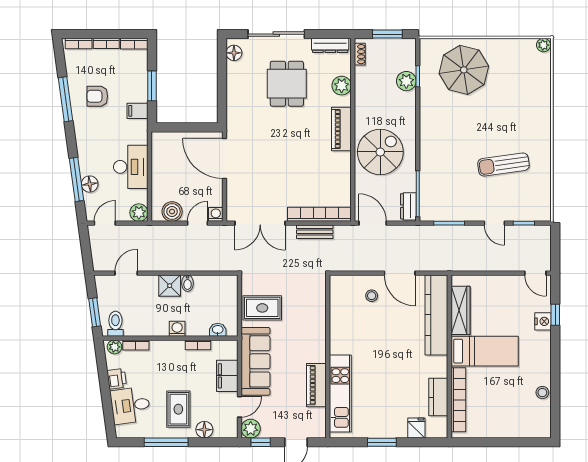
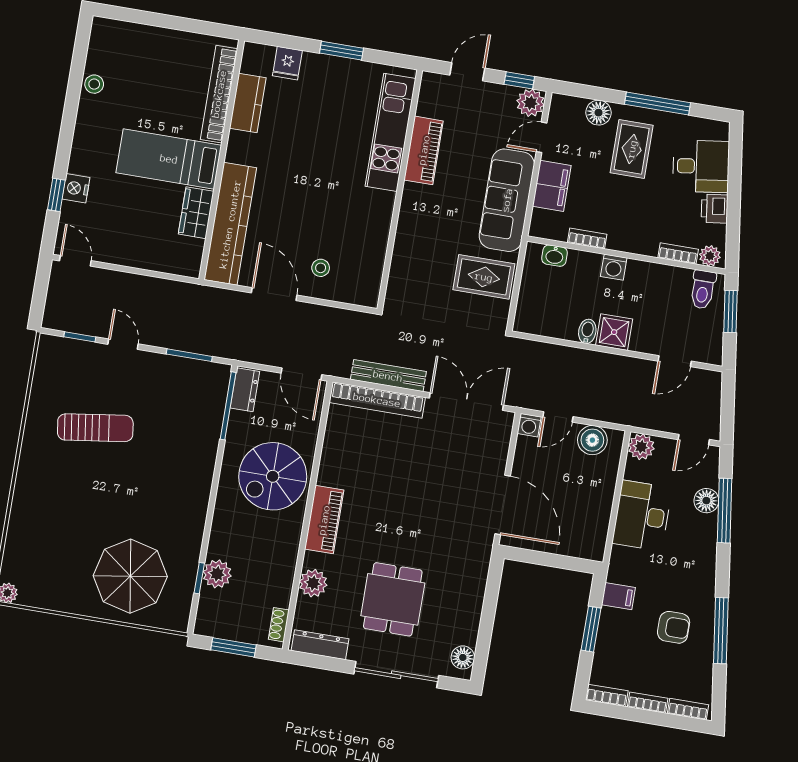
bench: (315, 232) -> (388, 376), width x1.36
wardrobe: (460, 310) -> (196, 213), width x0.67

